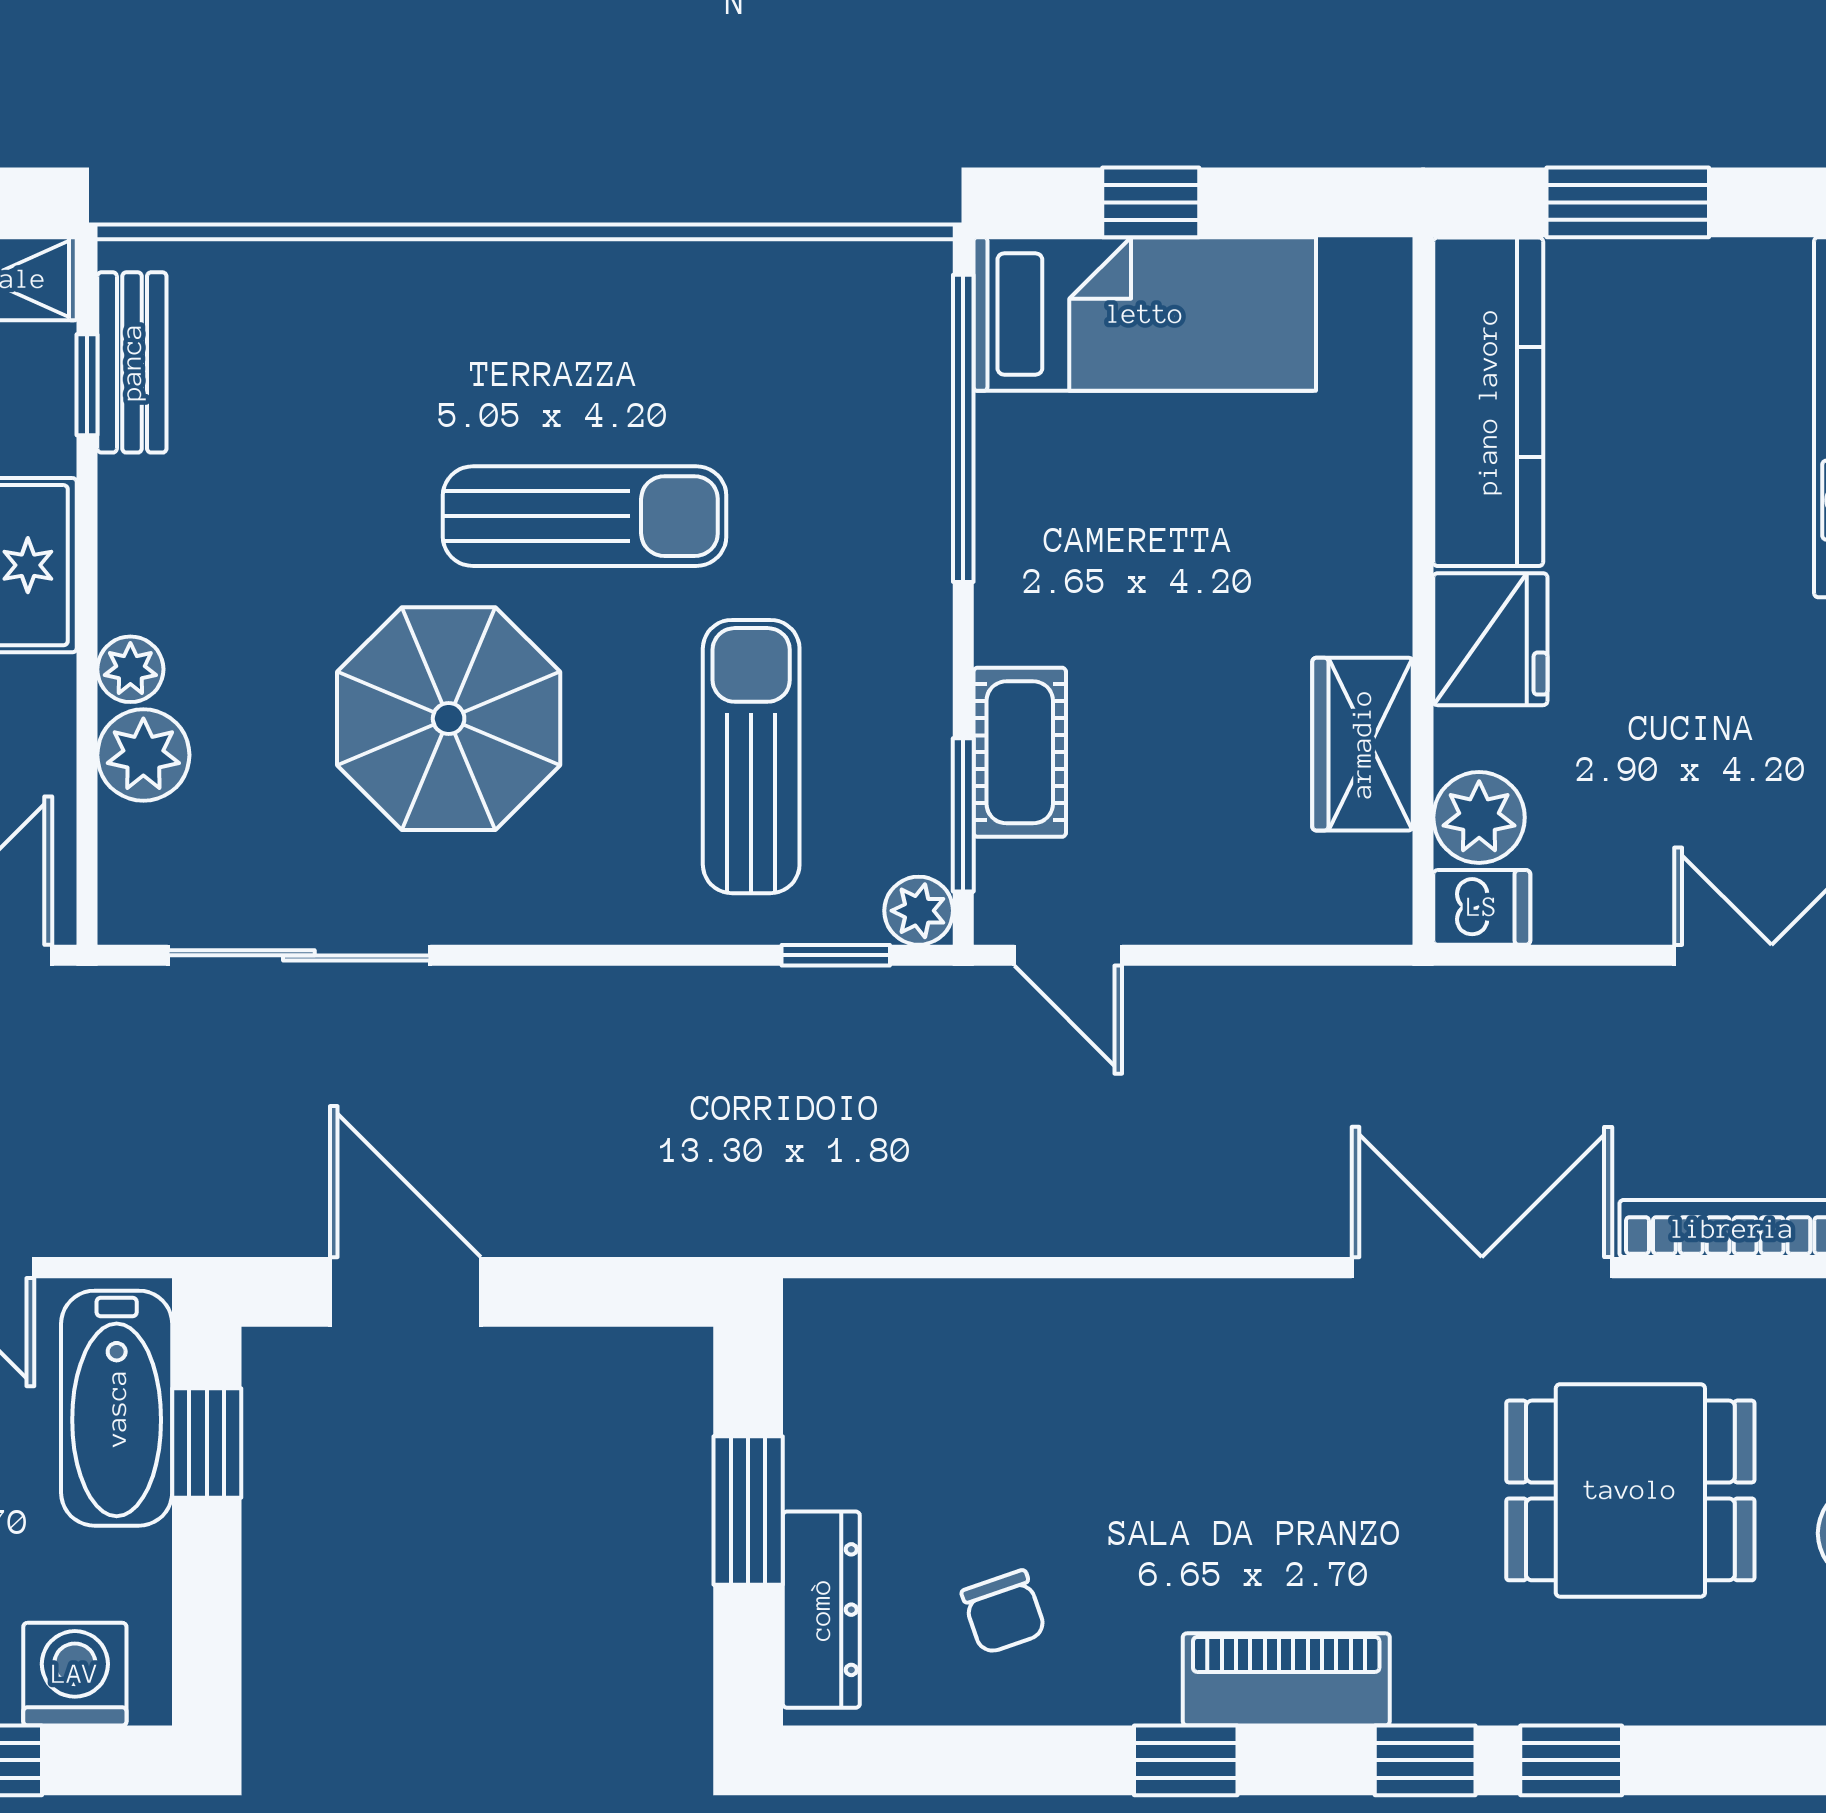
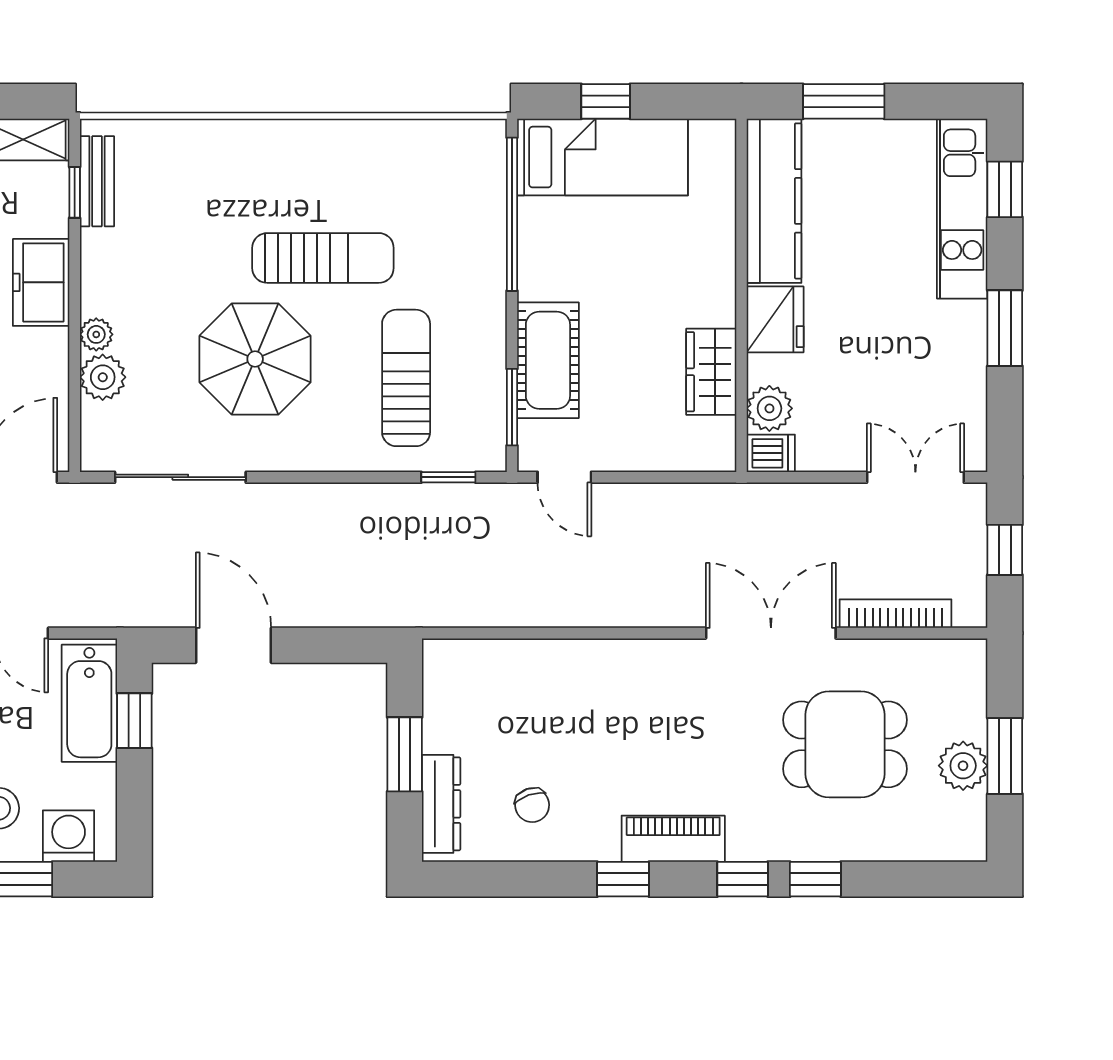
cot: (1020, 752) -> (548, 360), width x1.37, depth x1.34
plant: (919, 911) -> (490, 455), removed

